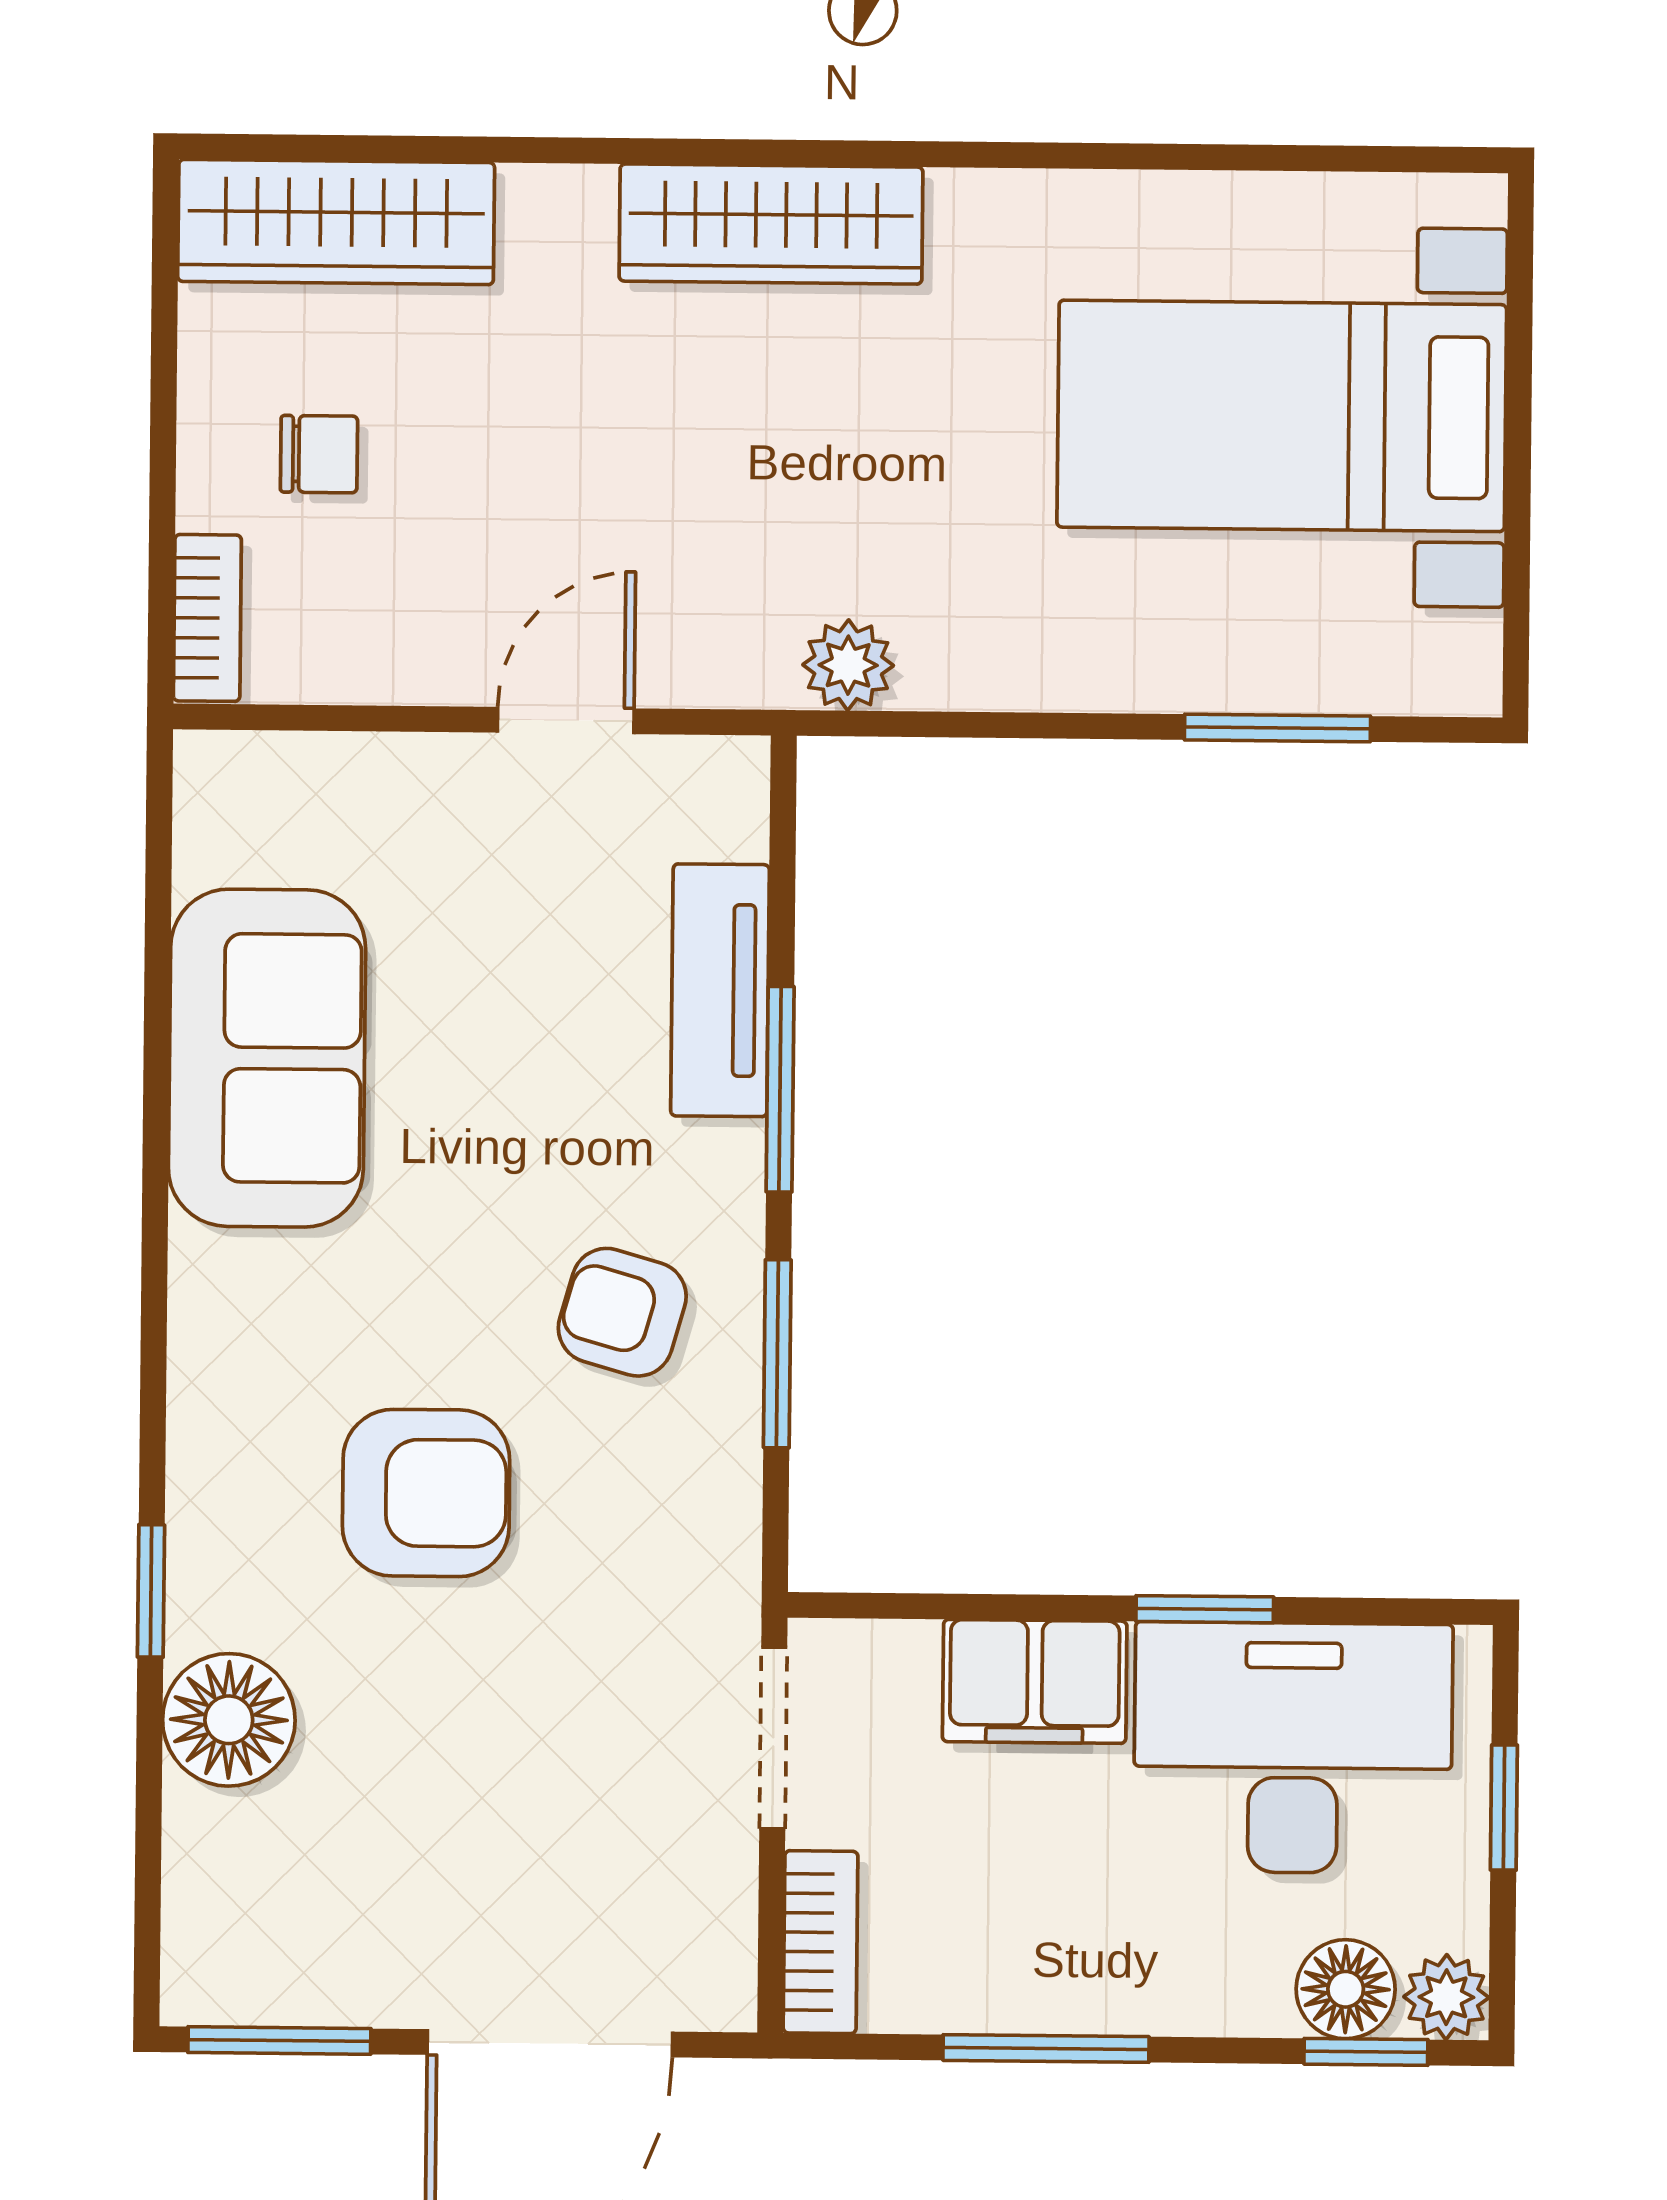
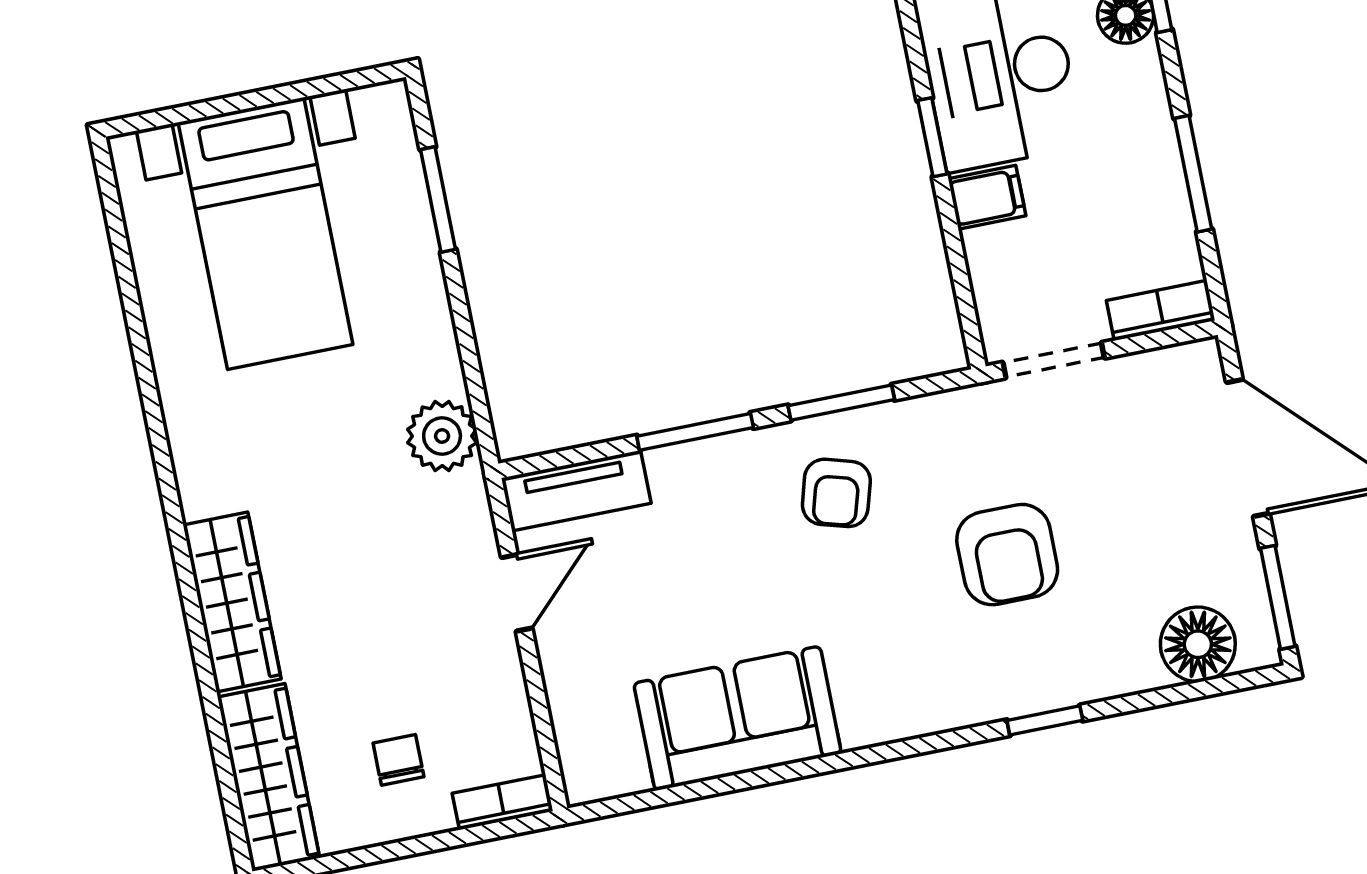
wardrobe: (771, 224) -> (232, 602), moved
plant: (848, 665) -> (442, 436), width x1.38, depth x1.38
door: (566, 721) -> (517, 593), swing flipped
tv unit: (720, 990) -> (576, 491), moved
armchair: (426, 1493) -> (1007, 555), moved, turned 180
filing cabinet: (1035, 1681) -> (987, 197), width x0.50
floor lamp: (229, 1720) -> (1198, 644), moved

